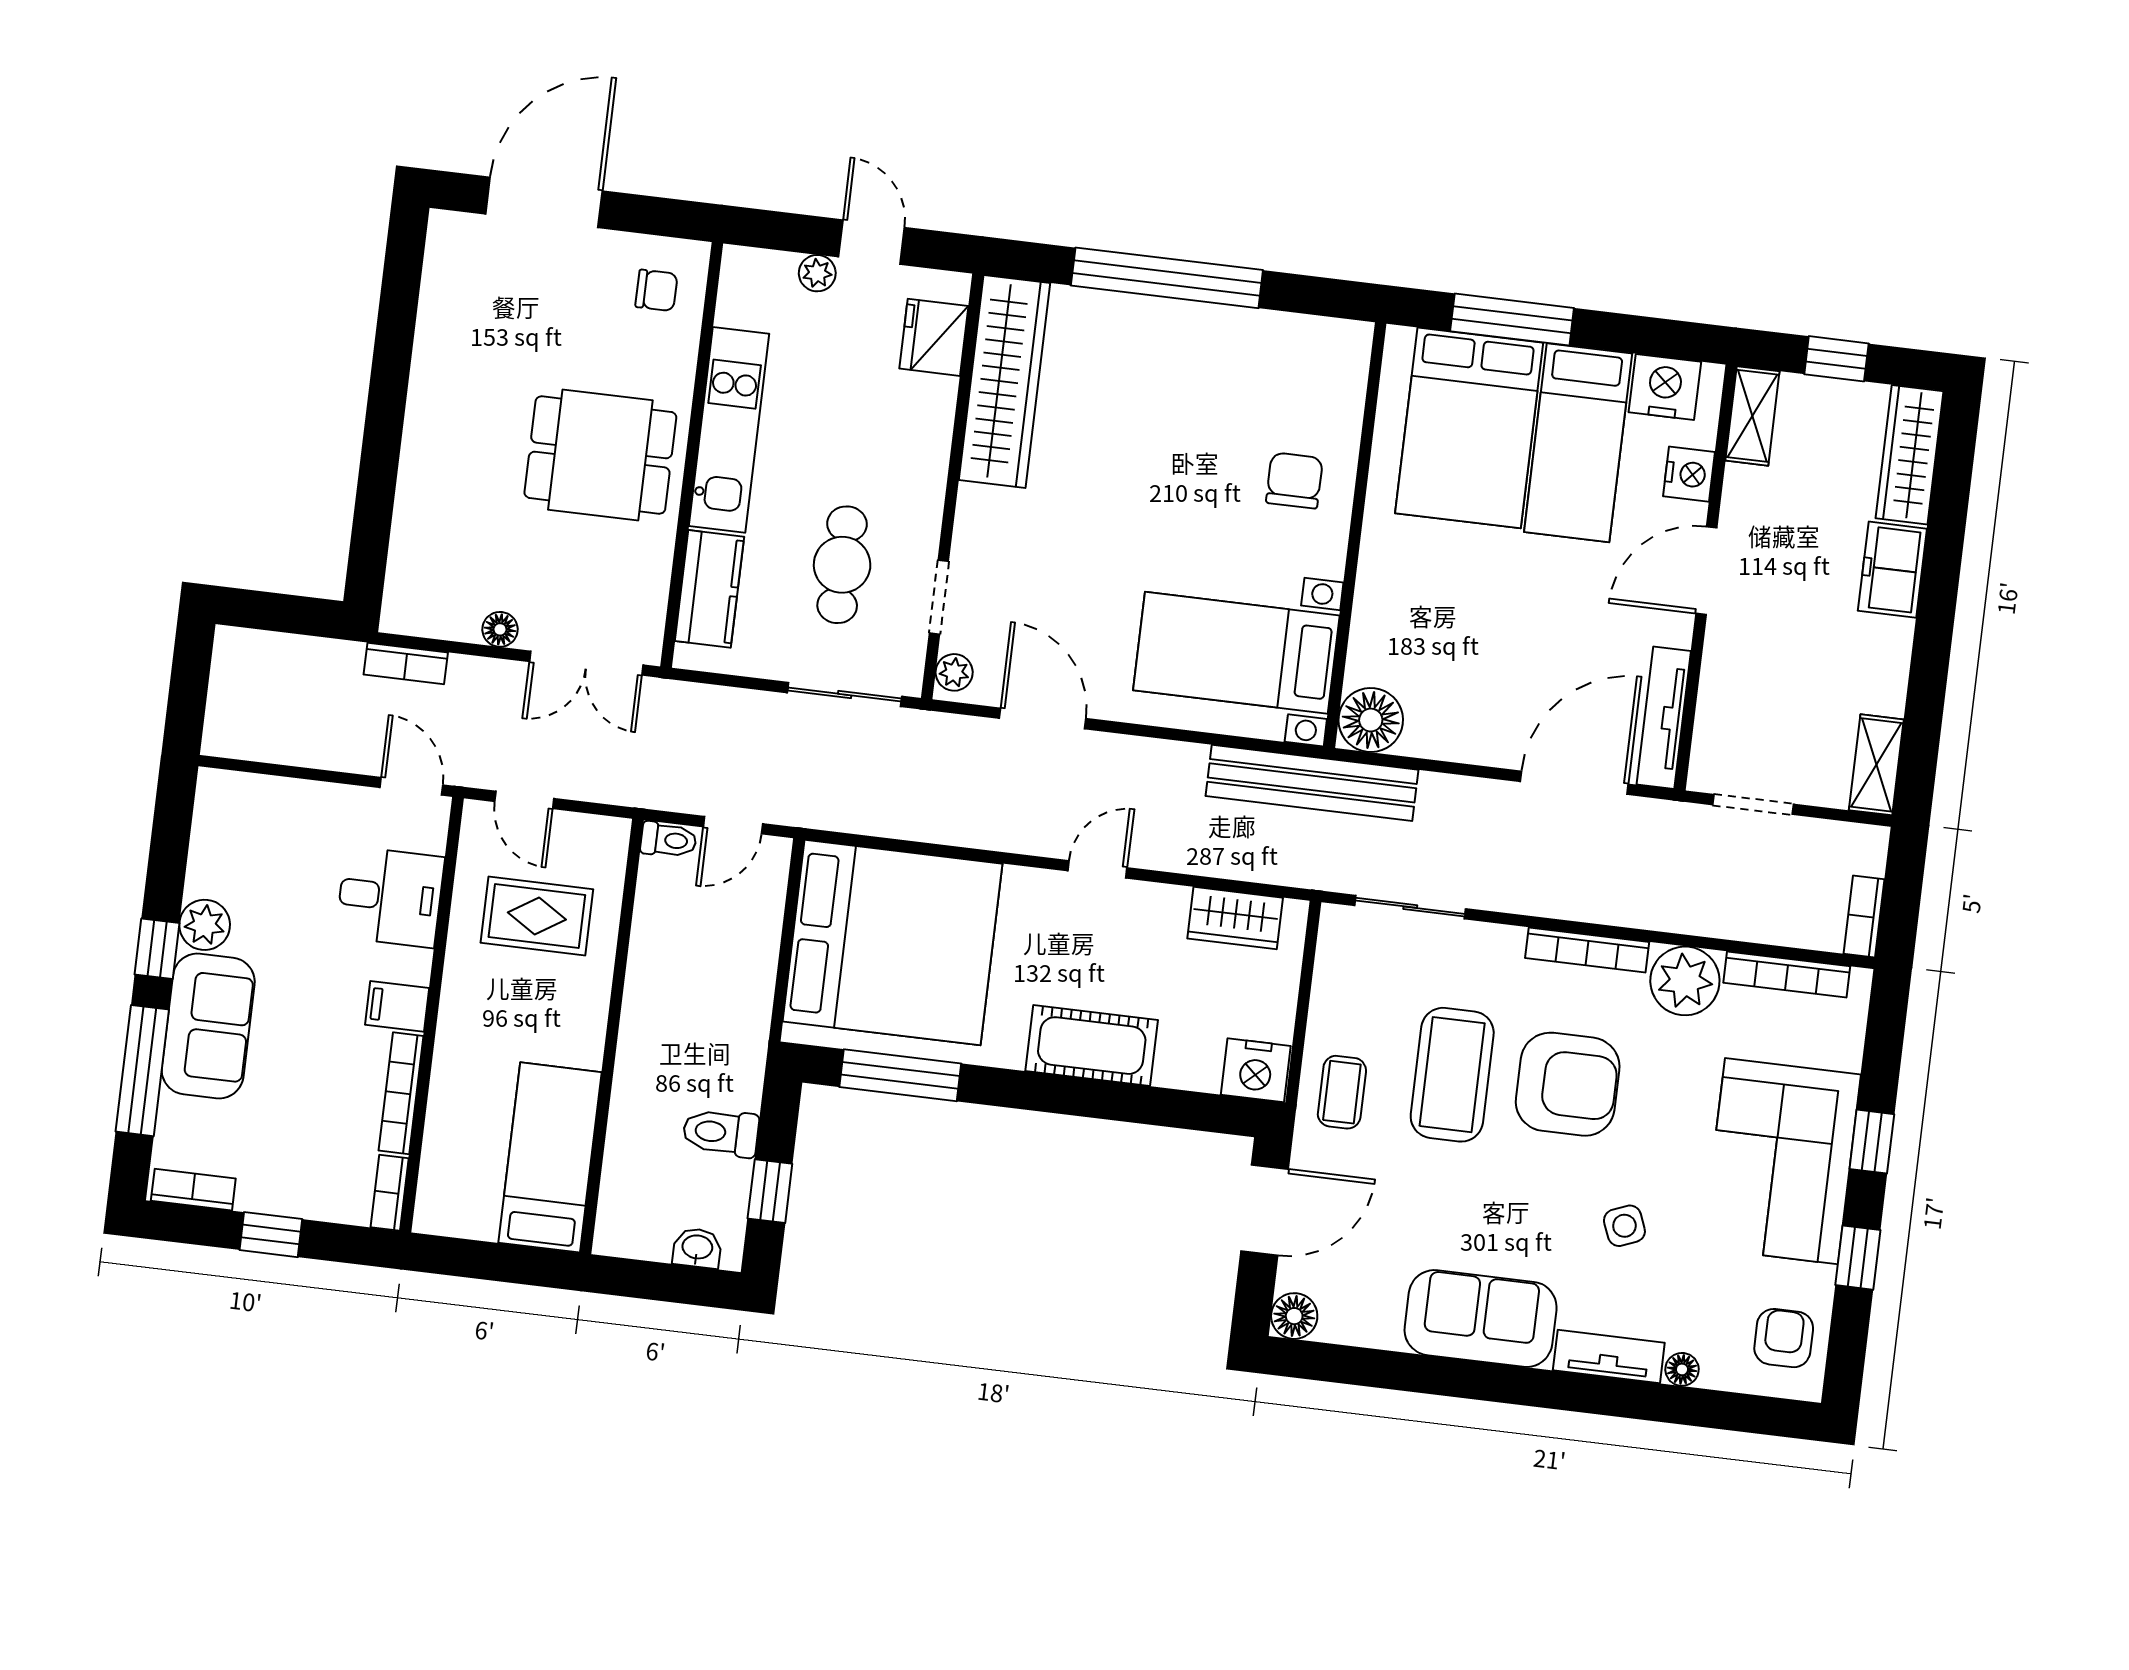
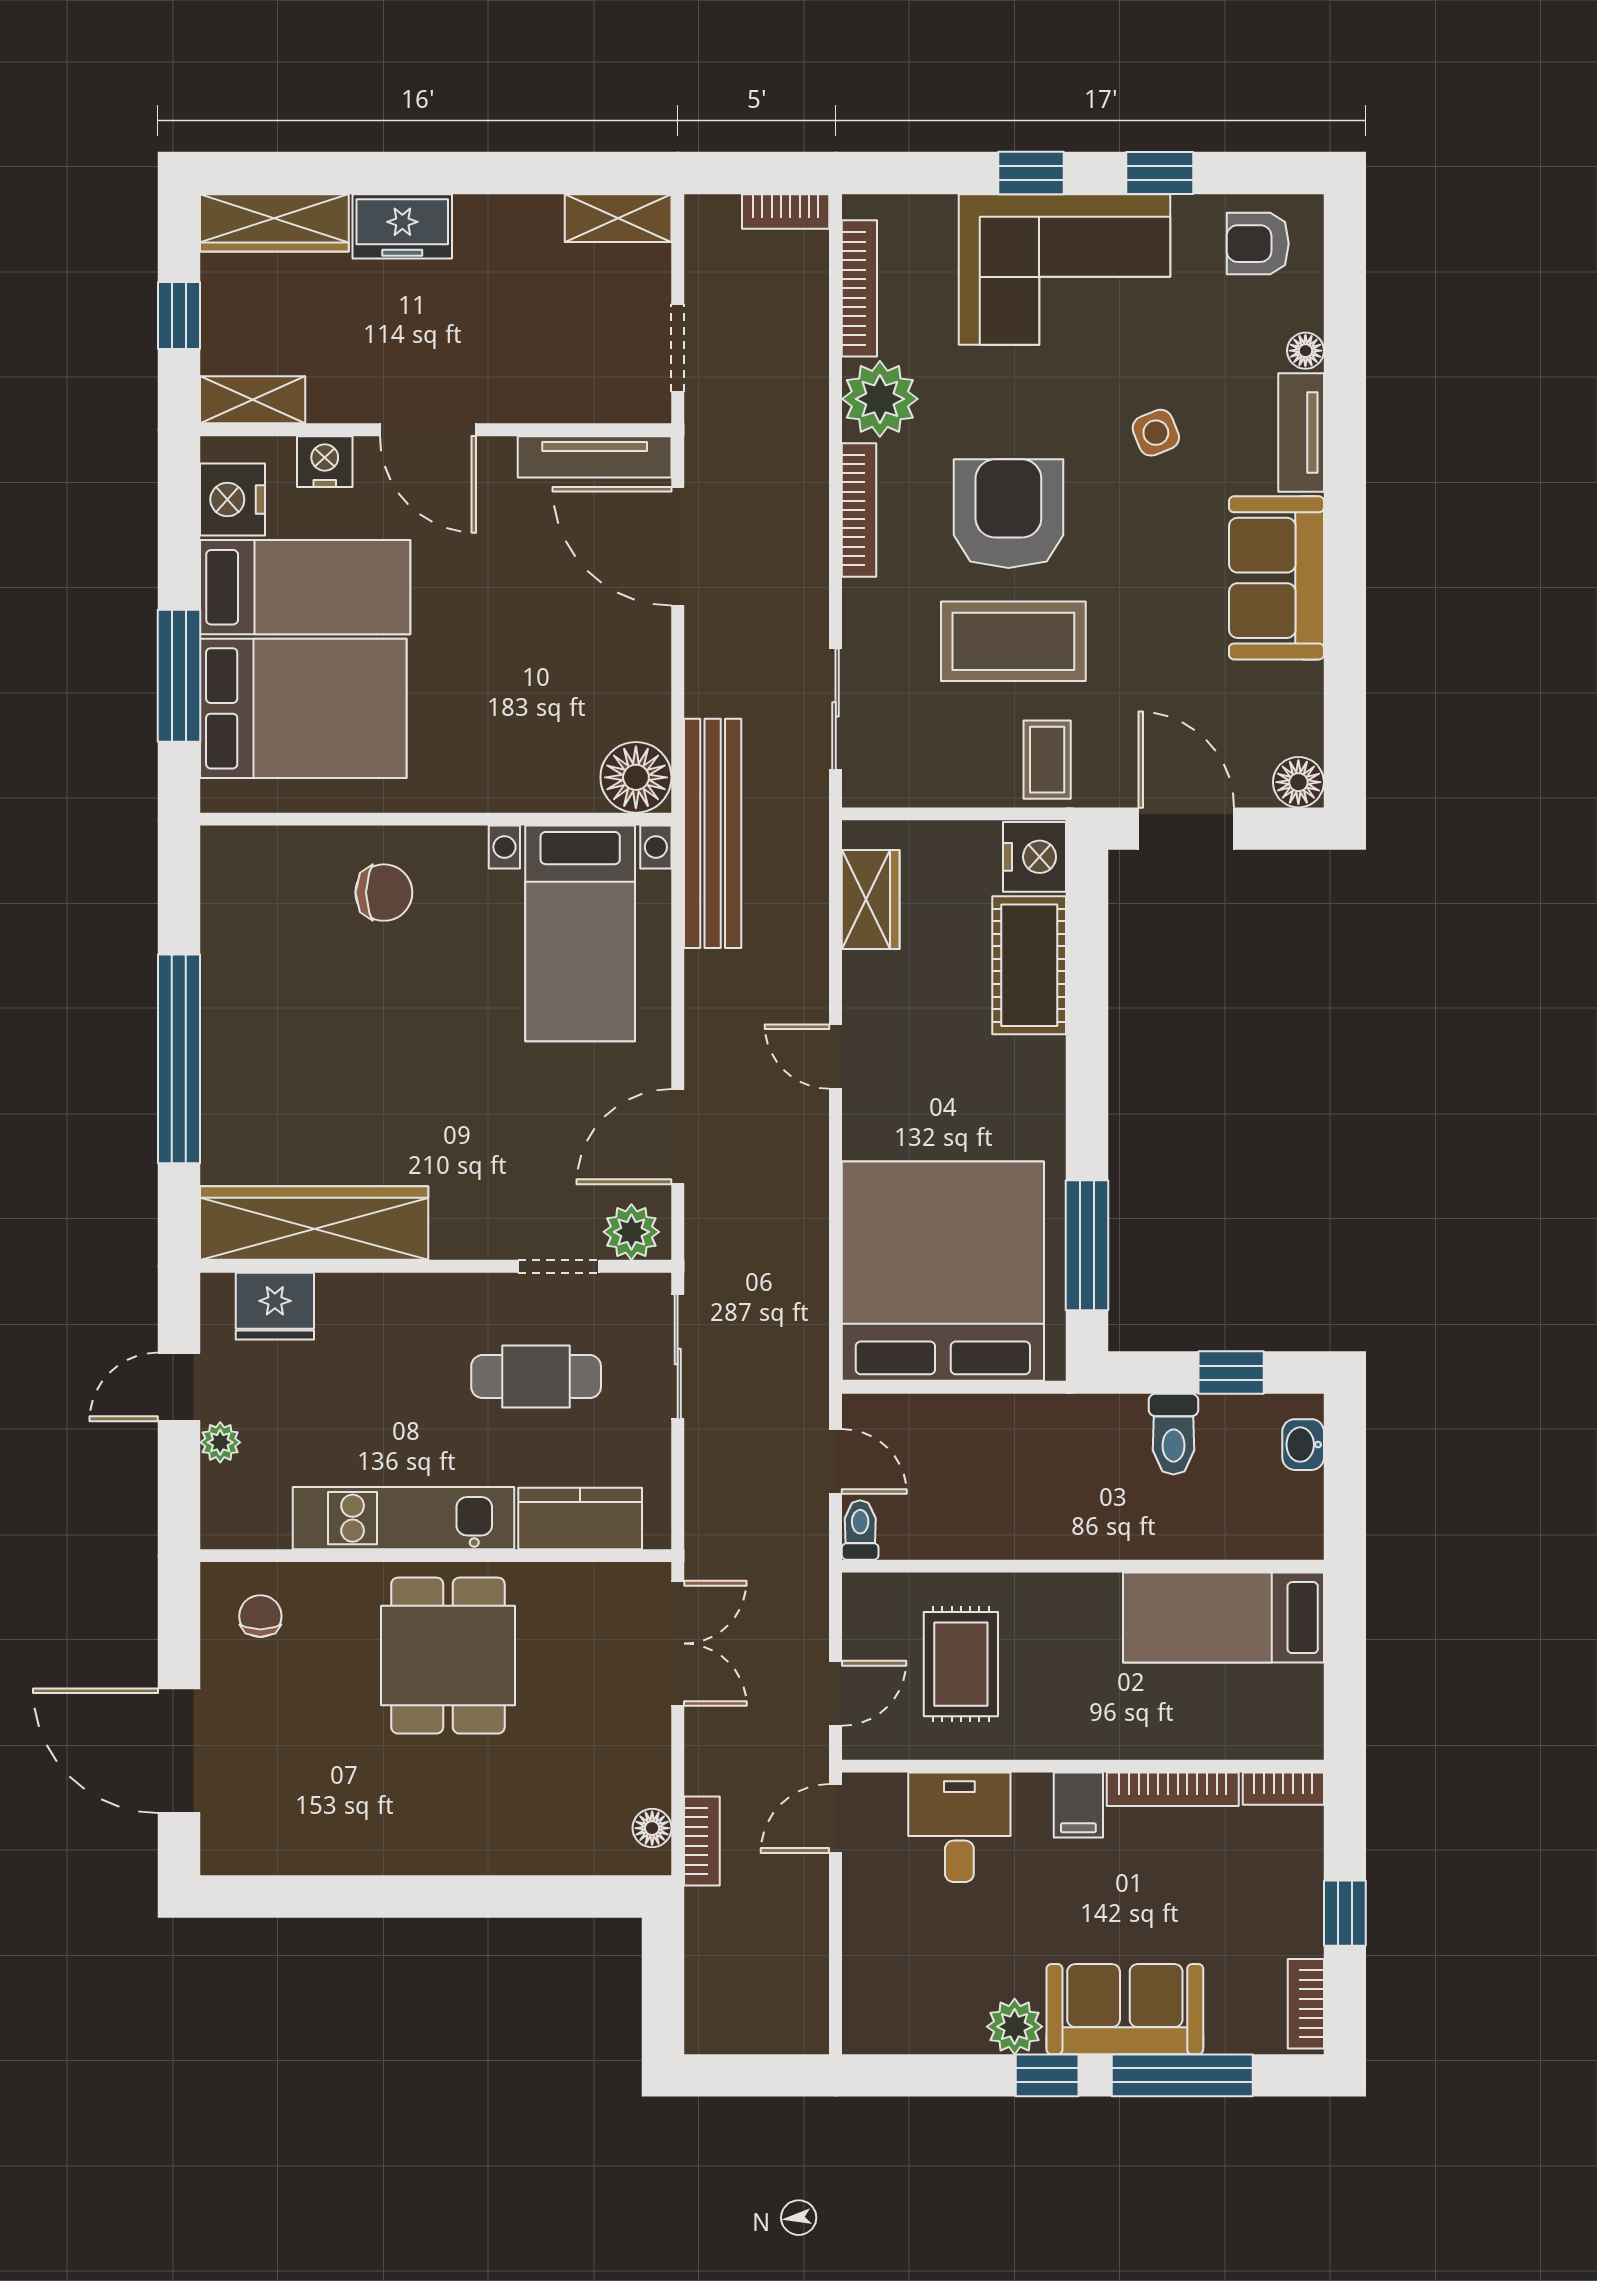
chair: (1294, 480) -> (384, 893), turned 180
floor lamp: (500, 629) -> (652, 1828), moved
plant: (954, 672) -> (631, 1232), width x1.38, depth x1.38
cot: (1092, 1046) -> (1029, 965), moved
coffee table: (1342, 1092) -> (1047, 760), turned 90

